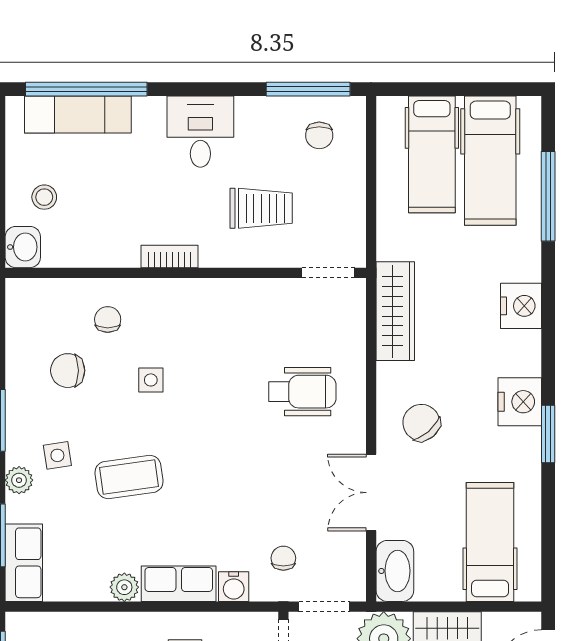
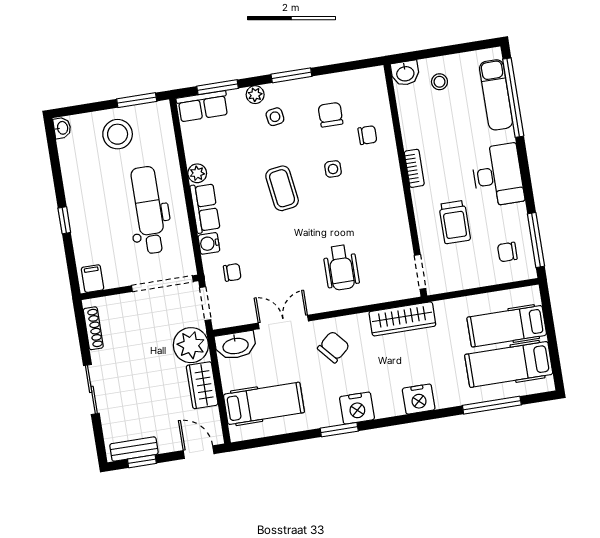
desk: (200, 132) -> (498, 175), width x1.37
coffee table: (129, 477) -> (282, 188), moved

